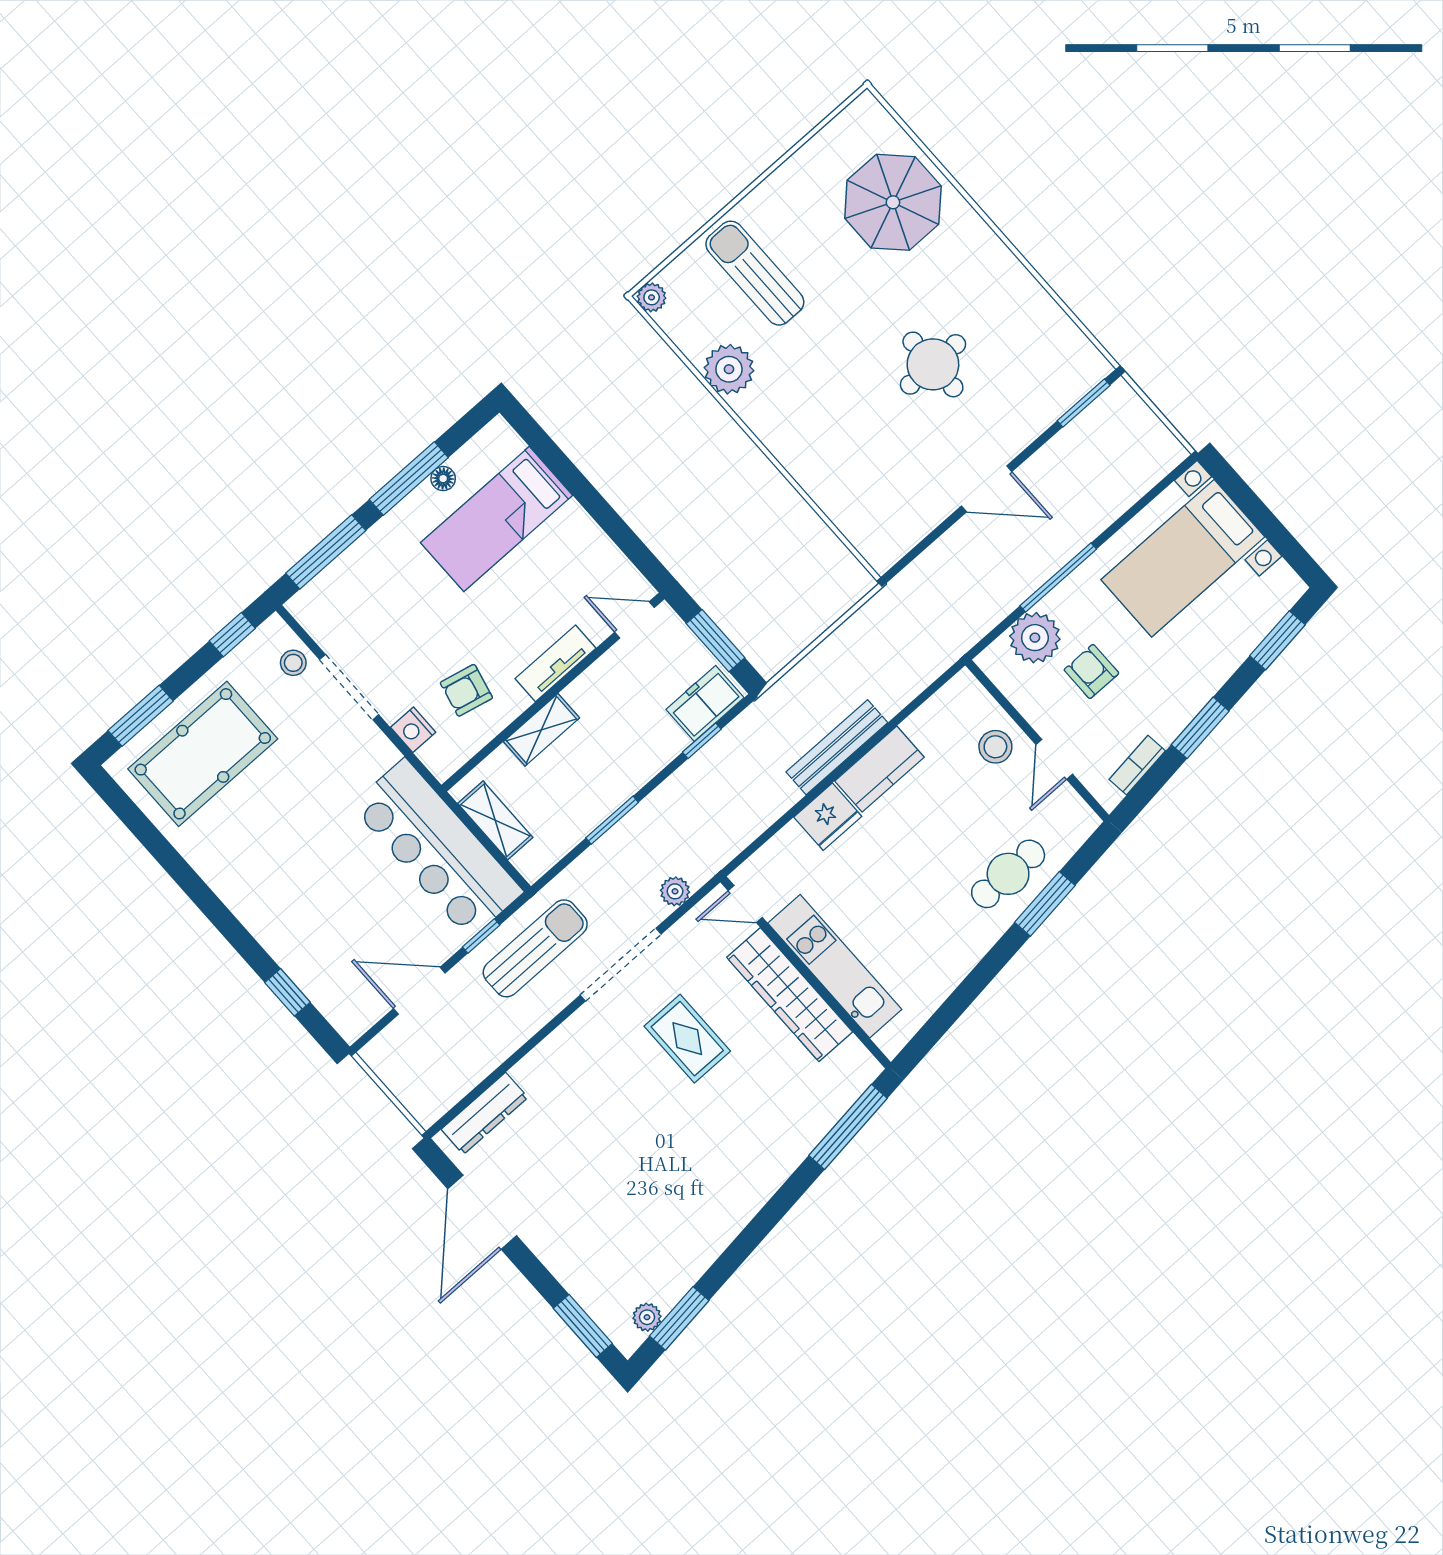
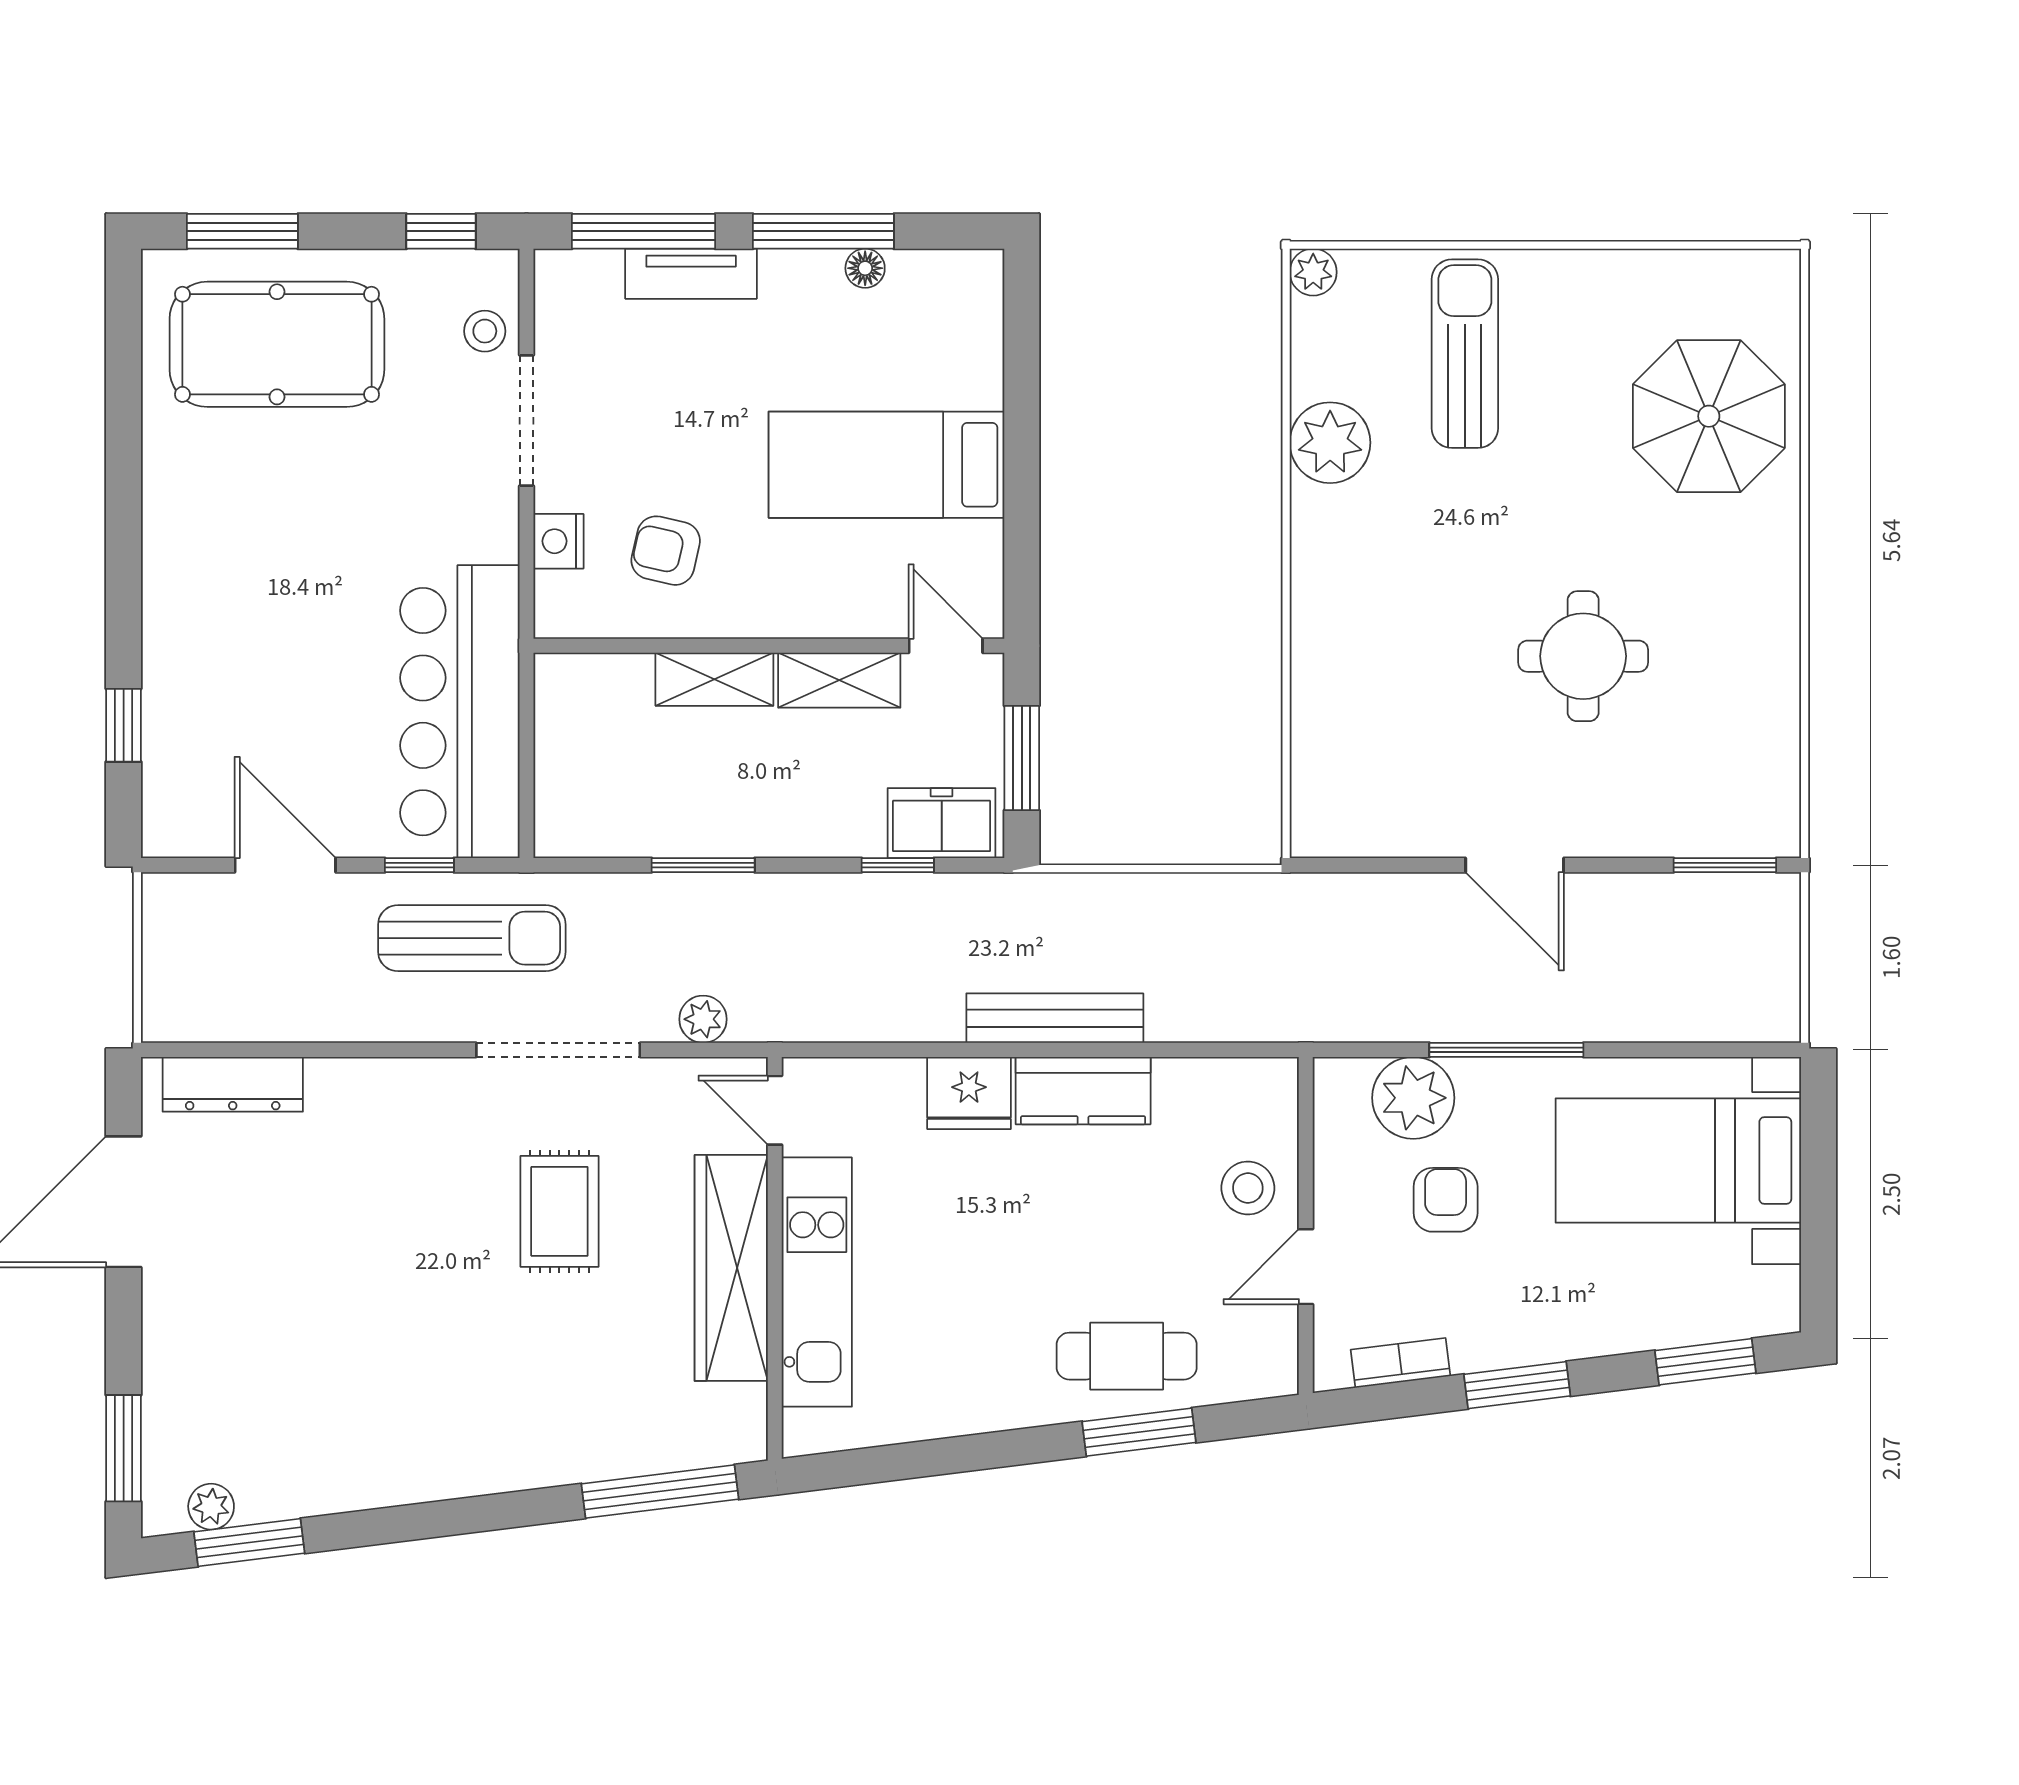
bed: (497, 519) -> (887, 465), moved
tv unit: (556, 663) -> (691, 274), moved, turned 180
shelving: (495, 820) -> (839, 680), moved, turned 90

